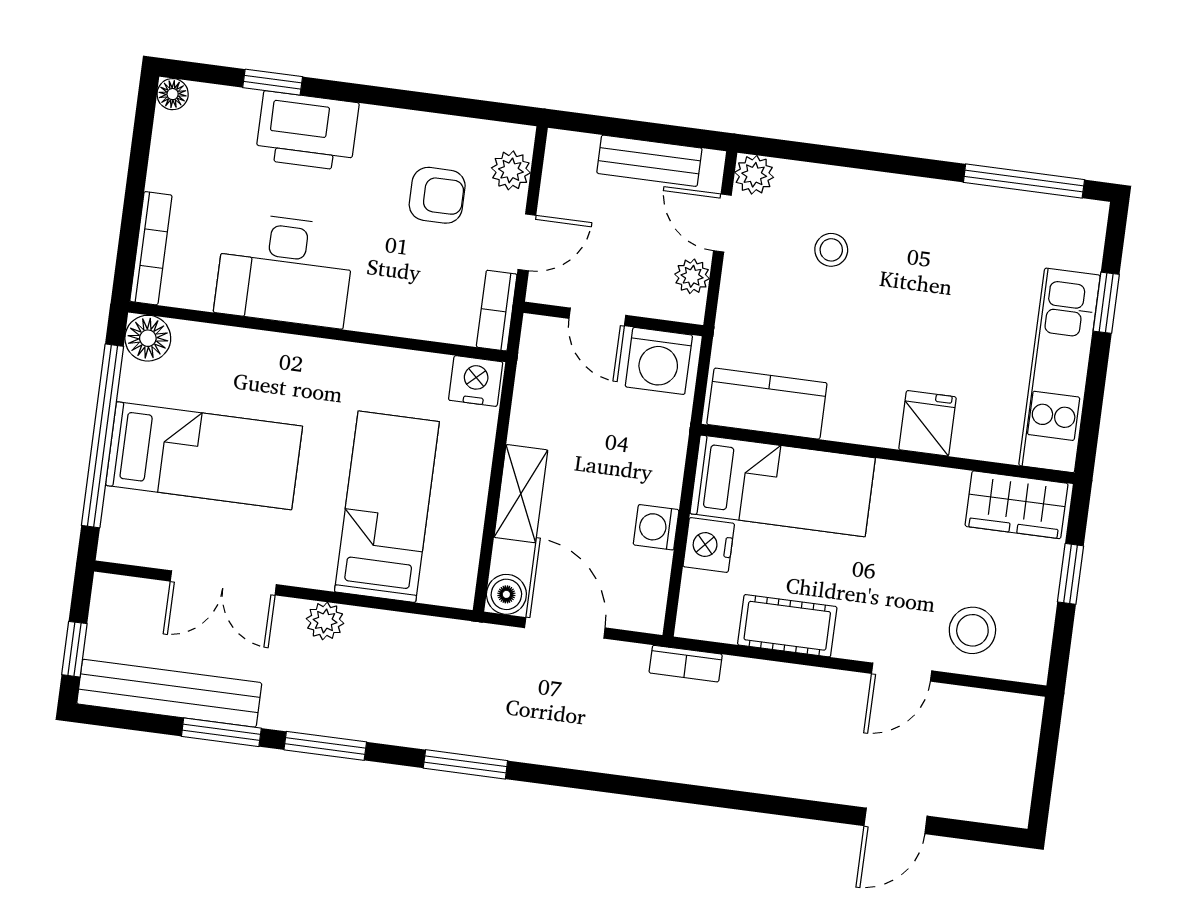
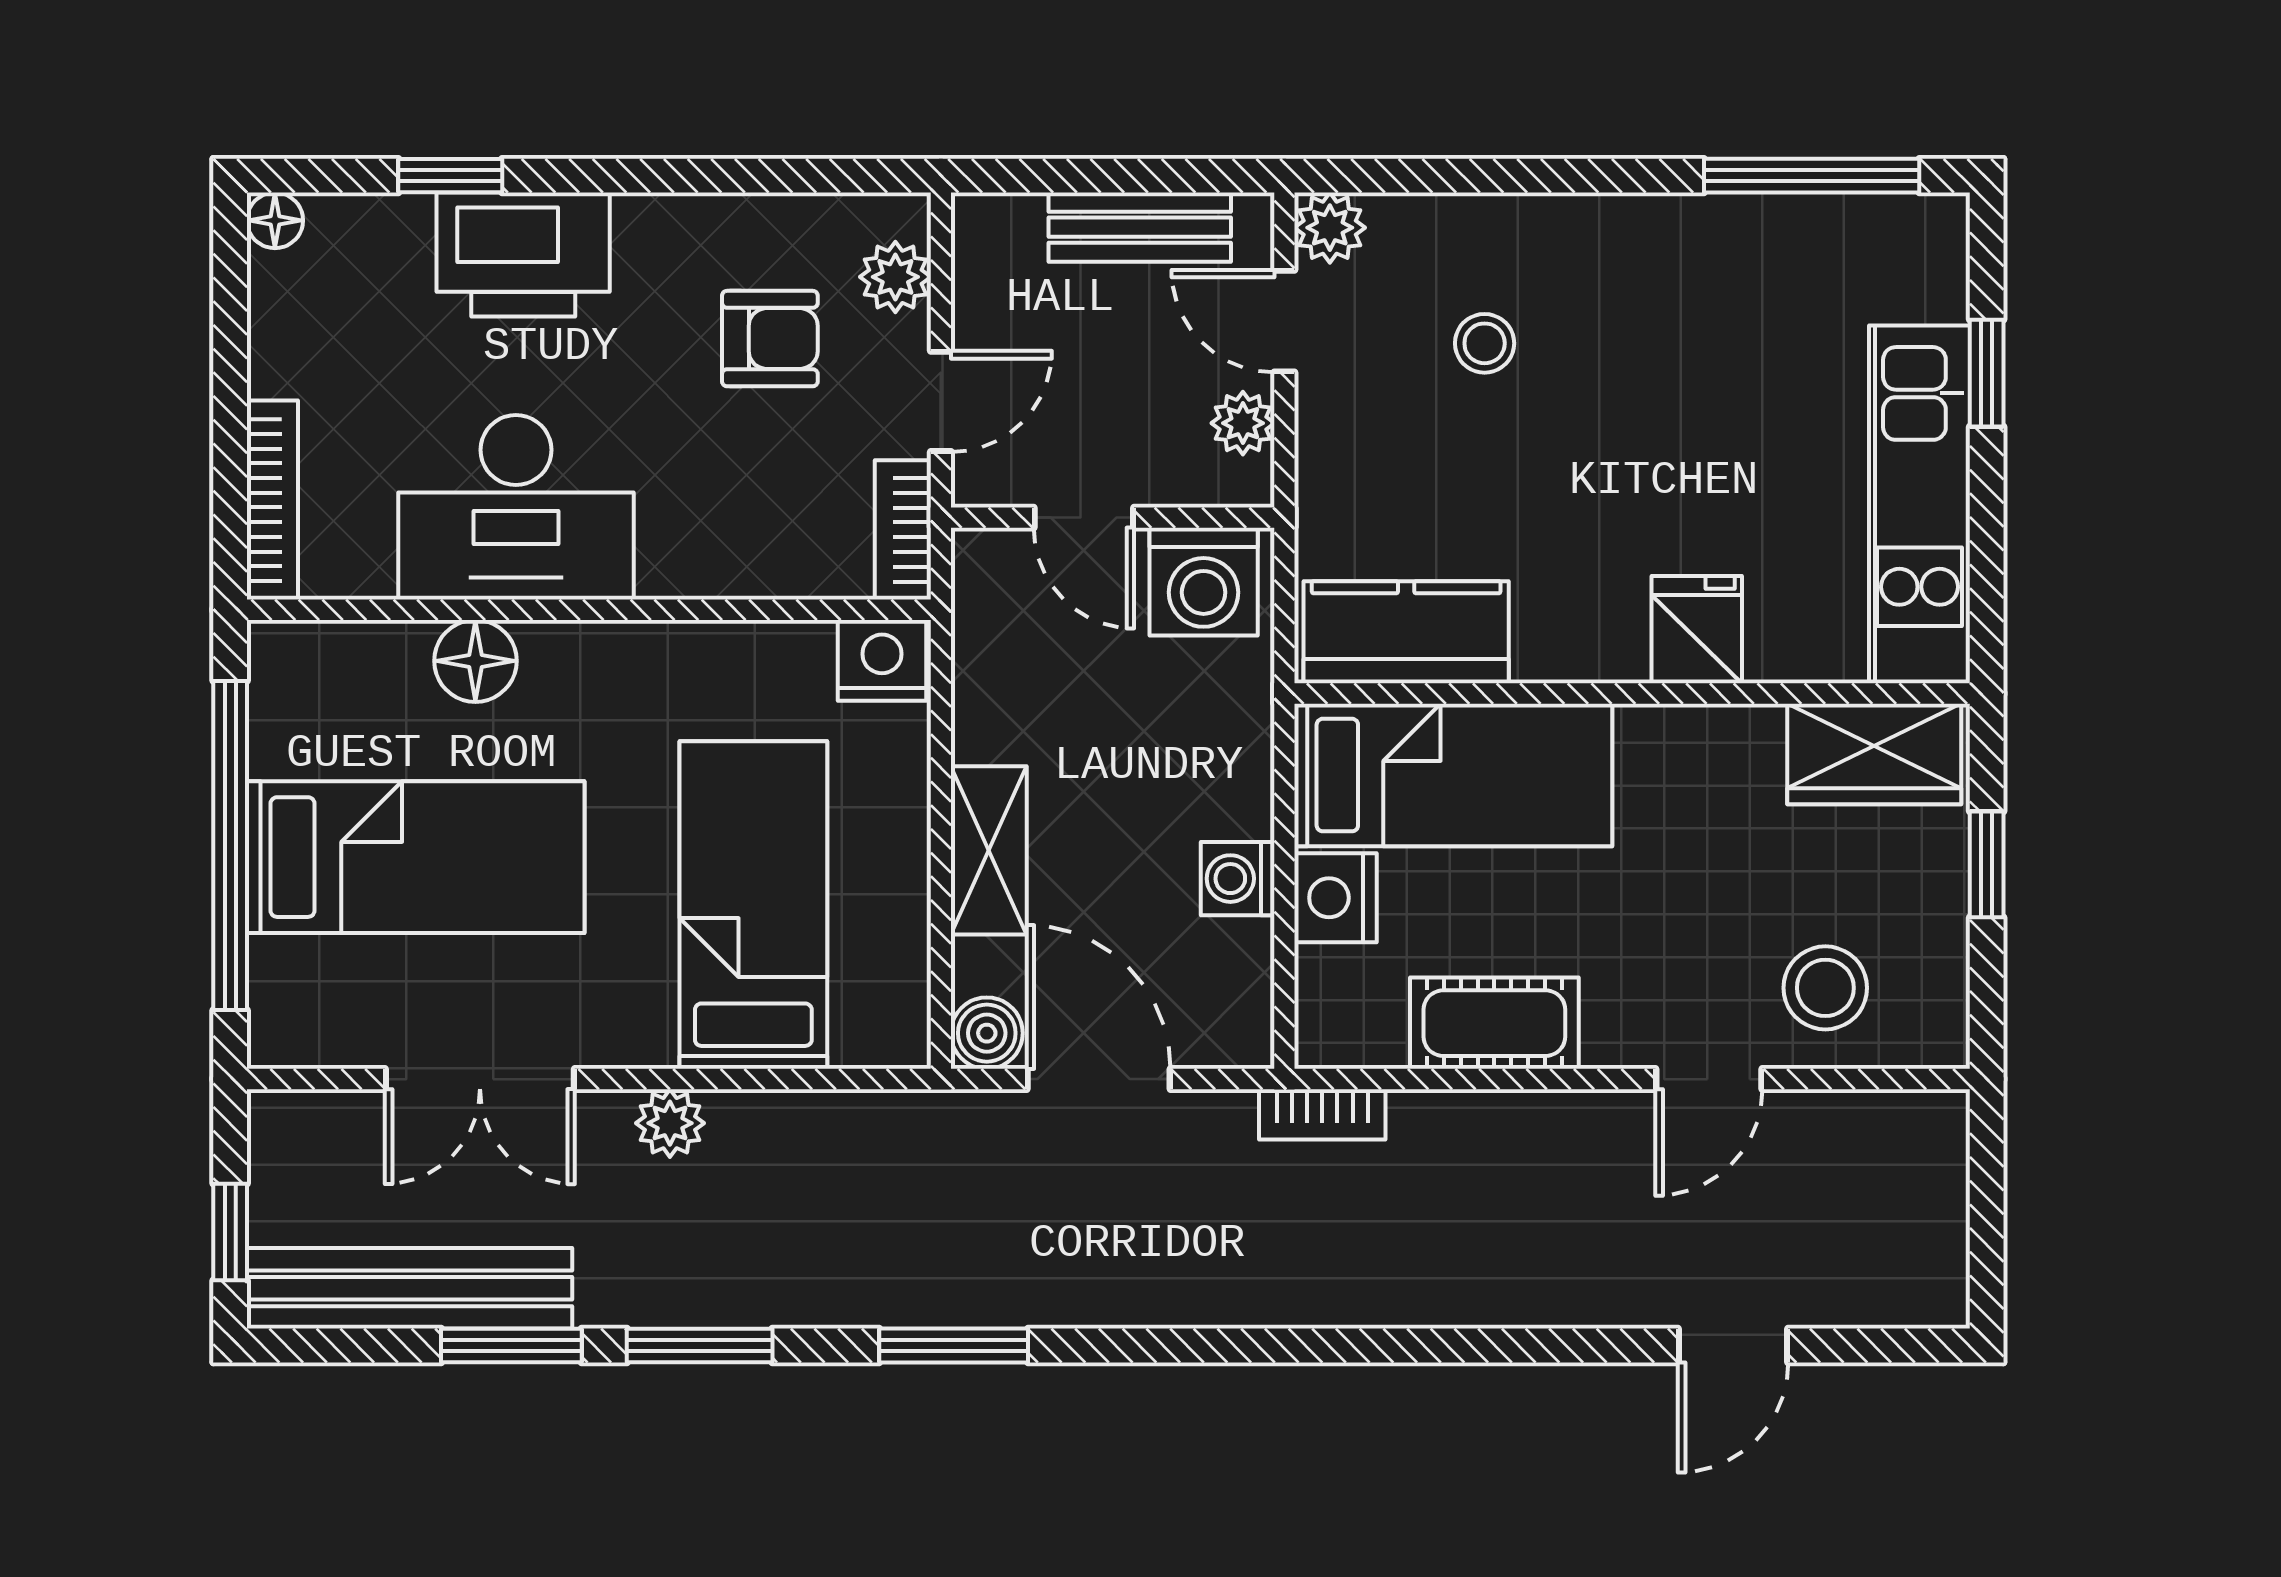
floor lamp: (148, 338) -> (475, 661), moved

